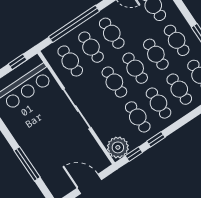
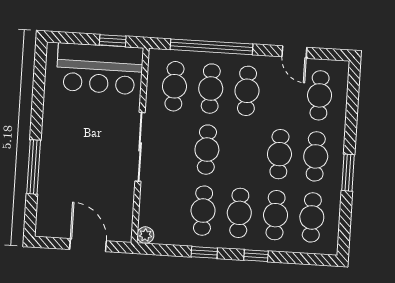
cafe table: (135, 68) -> (243, 152), removed
plant: (118, 147) -> (145, 235), width x0.53, depth x0.53
window: (134, 154) -> (256, 256), moved

